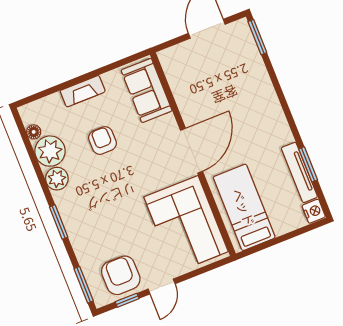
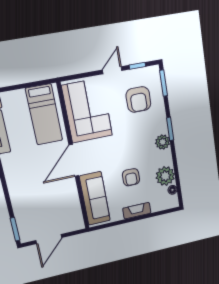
sofa: (147, 90) -> (95, 198), width x1.36
plant: (57, 179) -> (163, 142), moved
armchair: (121, 275) -> (138, 100), moved

